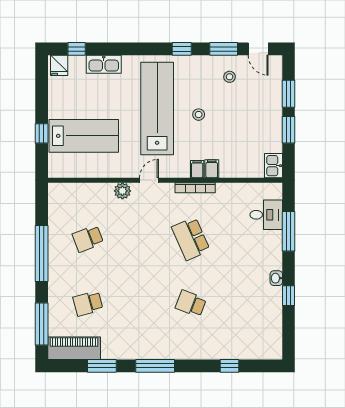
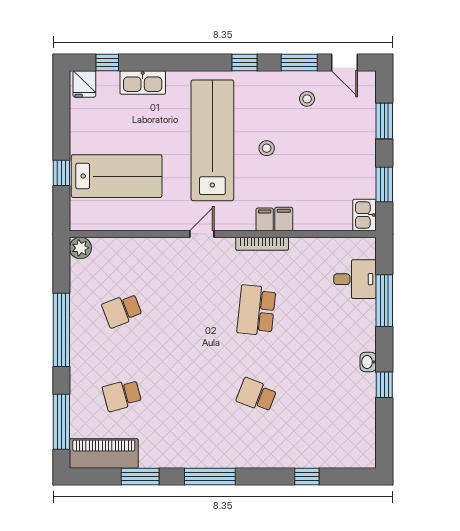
window: (289, 130) -> (384, 184), moved
plant: (122, 191) -> (80, 248), moved
school desk: (191, 239) -> (256, 310), turned 30

